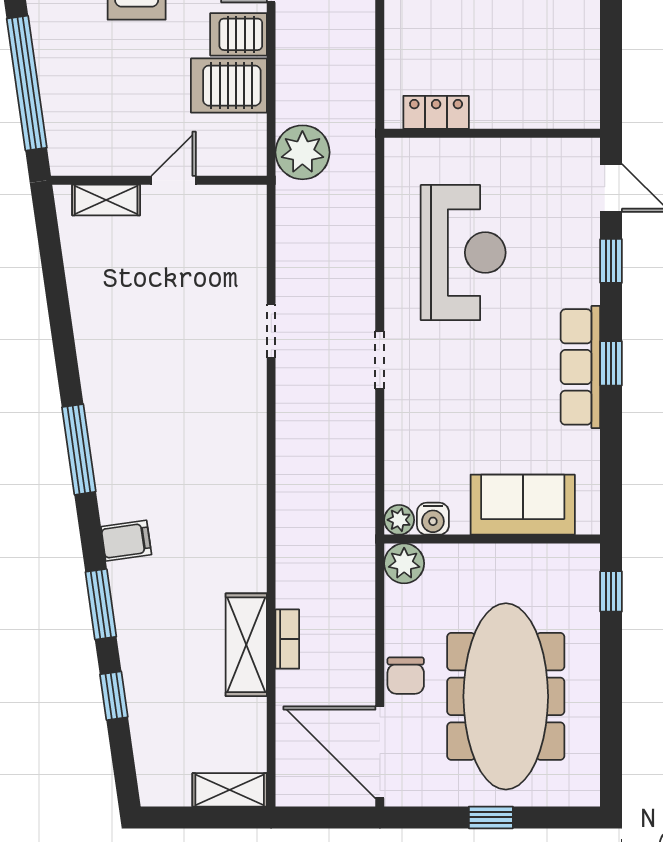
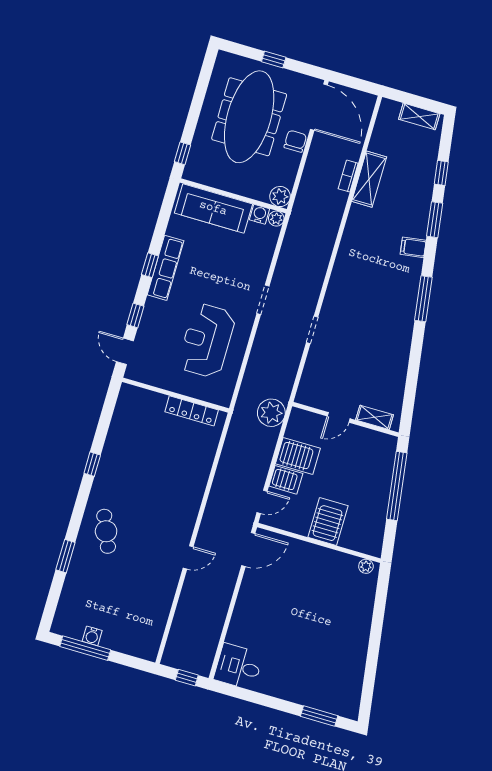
locker: (436, 112) -> (192, 411), width x1.53
sofa: (523, 505) -> (213, 208), width x1.36
shelving: (230, 790) -> (419, 116), moved

